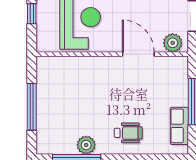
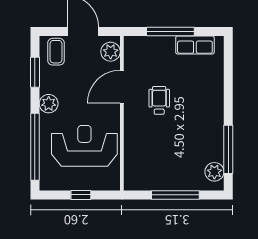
wheelchair: (128, 133) -> (159, 100), moved
plant: (86, 145) -> (214, 172), moved

